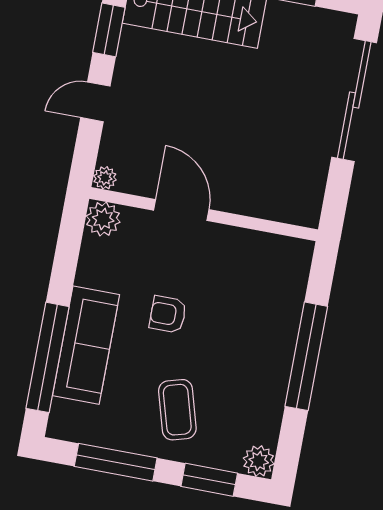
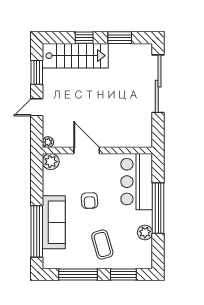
bar counter: (272, 293) -> (137, 182), added
armchair: (168, 314) -> (90, 201), turned -93
plant: (259, 461) -> (145, 232), moved

